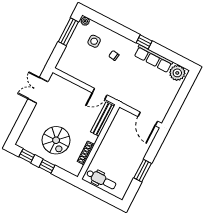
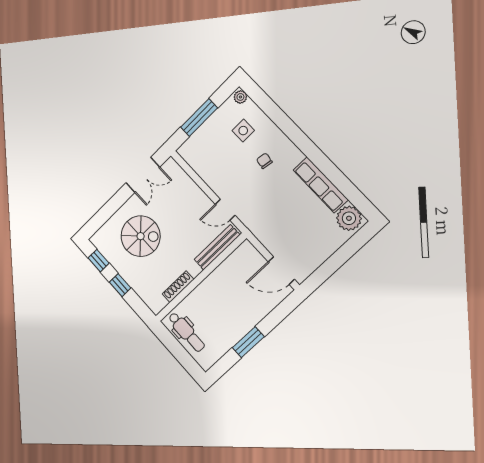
window: (68, 32) -> (199, 118), moved
window: (144, 42) -> (315, 155), removed
double door: (38, 90) -> (143, 175), swing flipped
door: (148, 119) -> (281, 270), hinge flipped
spiral stairs: (56, 140) -> (141, 236), moved, turned -90

